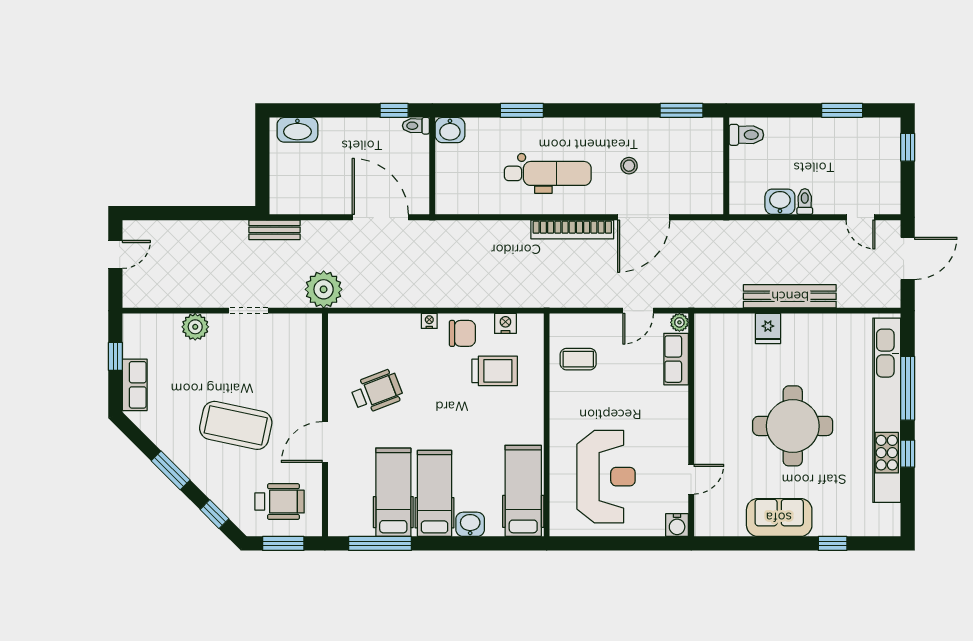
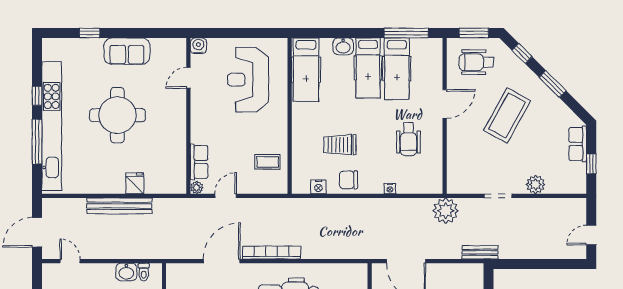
toilet: (805, 202) -> (144, 272), moved
nightstand: (429, 321) -> (390, 189), moved
trolley: (495, 371) -> (340, 145), moved
wheelchair: (377, 392) -> (408, 139), turned -69
coffee table: (236, 425) -> (507, 116), turned -73

